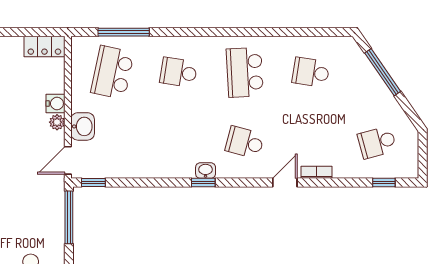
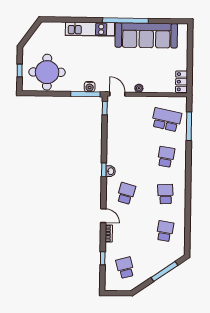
school desk: (245, 72) -> (165, 194), width x0.54
water cooler: (55, 104) -> (90, 87), moved
washbasin: (83, 126) -> (136, 103), removed
window: (384, 183) -> (103, 258), moved

